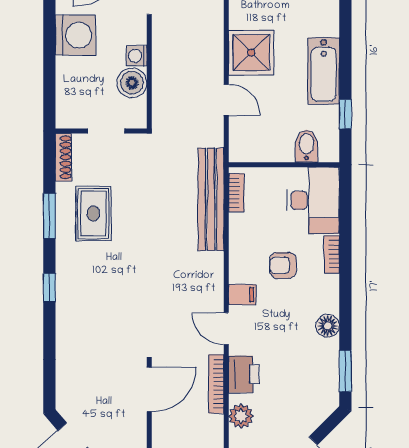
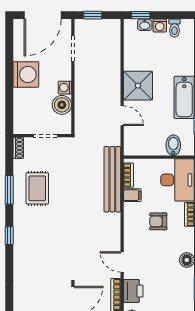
shoe rack: (64, 157) -> (18, 148), width x0.70
filing cabinet: (242, 295) -> (132, 195), moved

